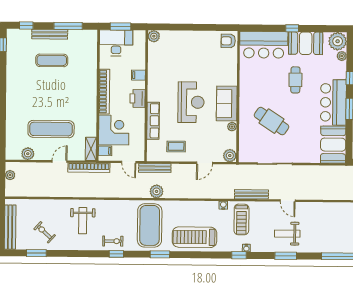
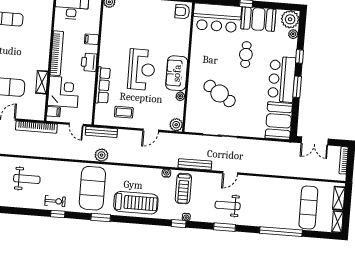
shelving: (91, 149) -> (42, 82), moved
door: (288, 201) -> (230, 173), hinge flipped
weight bench: (83, 221) -> (27, 179), turned -90
treadmill: (195, 237) -> (136, 203), turned 180

